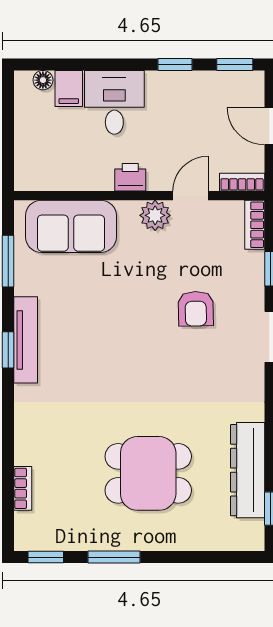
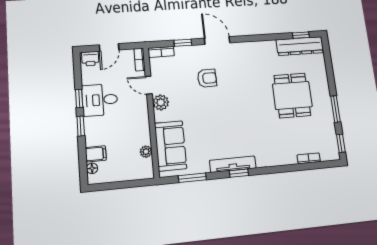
window: (235, 64) -> (81, 126), moved
desk: (114, 102) -> (100, 100), moved
printer: (130, 177) -> (90, 59), moved, turned -90
plant: (64, 180) -> (146, 152), added
dresser: (248, 470) -> (300, 46), moved

